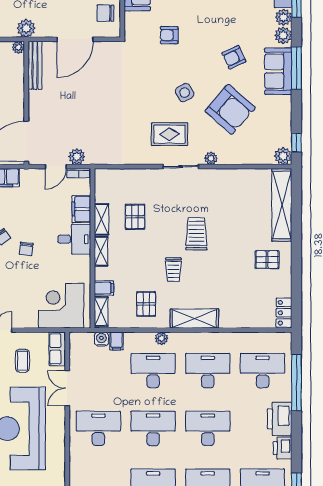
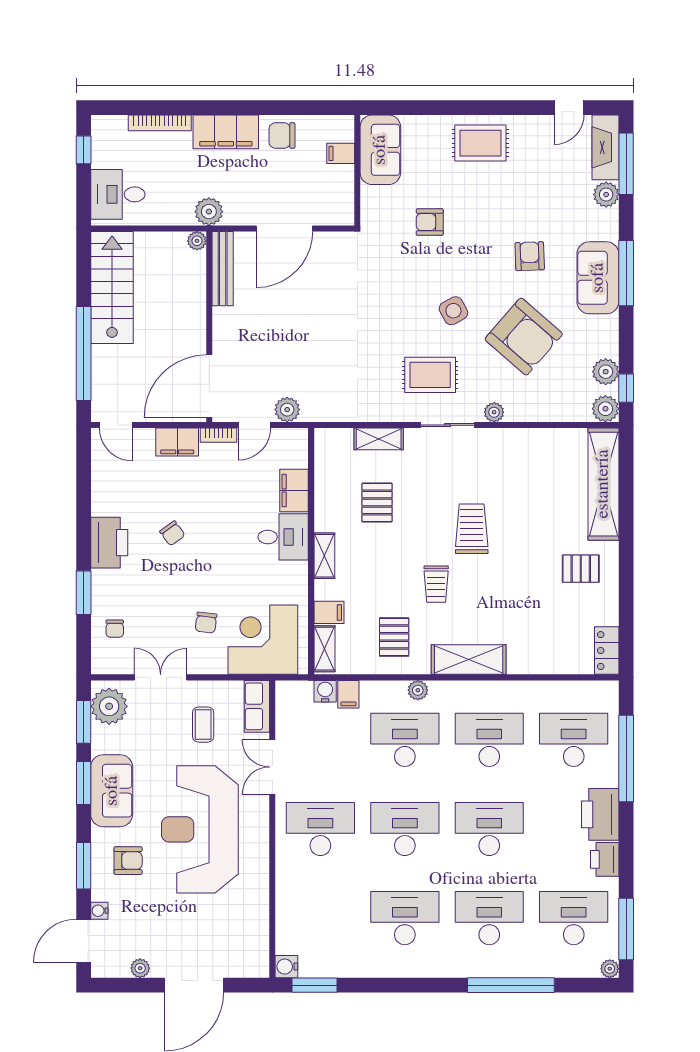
chair: (105, 13) -> (331, 188), removed
plant: (283, 35) -> (606, 372), moved
armchair: (234, 57) -> (530, 256), turned 113
bookcase: (79, 173) -> (218, 435), moved
shelving: (101, 219) -> (379, 439), moved, turned 90
chair: (26, 249) -> (206, 623), moved

